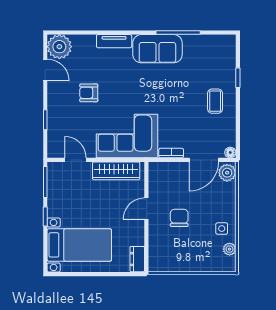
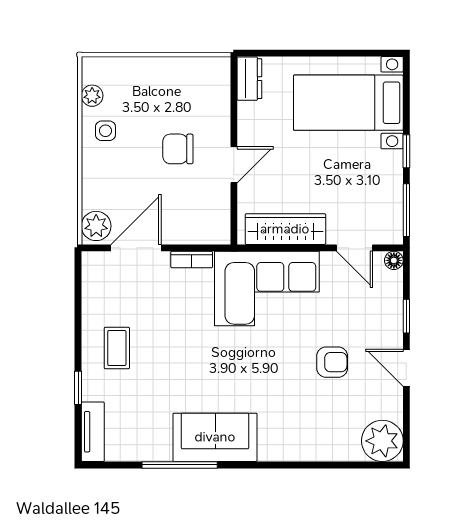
tv unit: (114, 41) -> (93, 432), moved, turned 90
door: (45, 70) -> (406, 368), moved
floor lamp: (230, 152) -> (394, 260), moved
chair: (179, 218) -> (178, 149), turned 90

